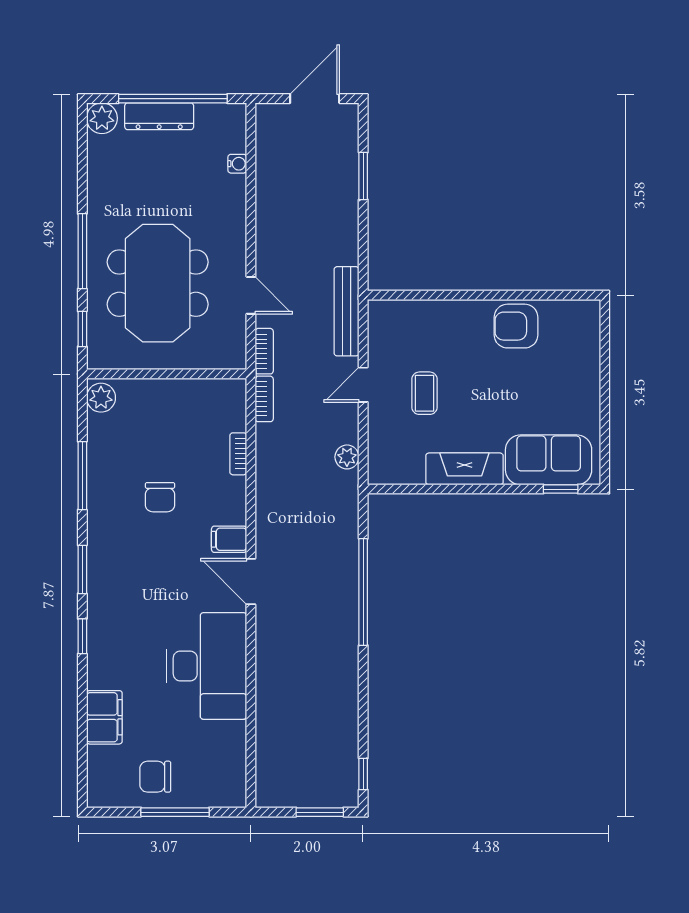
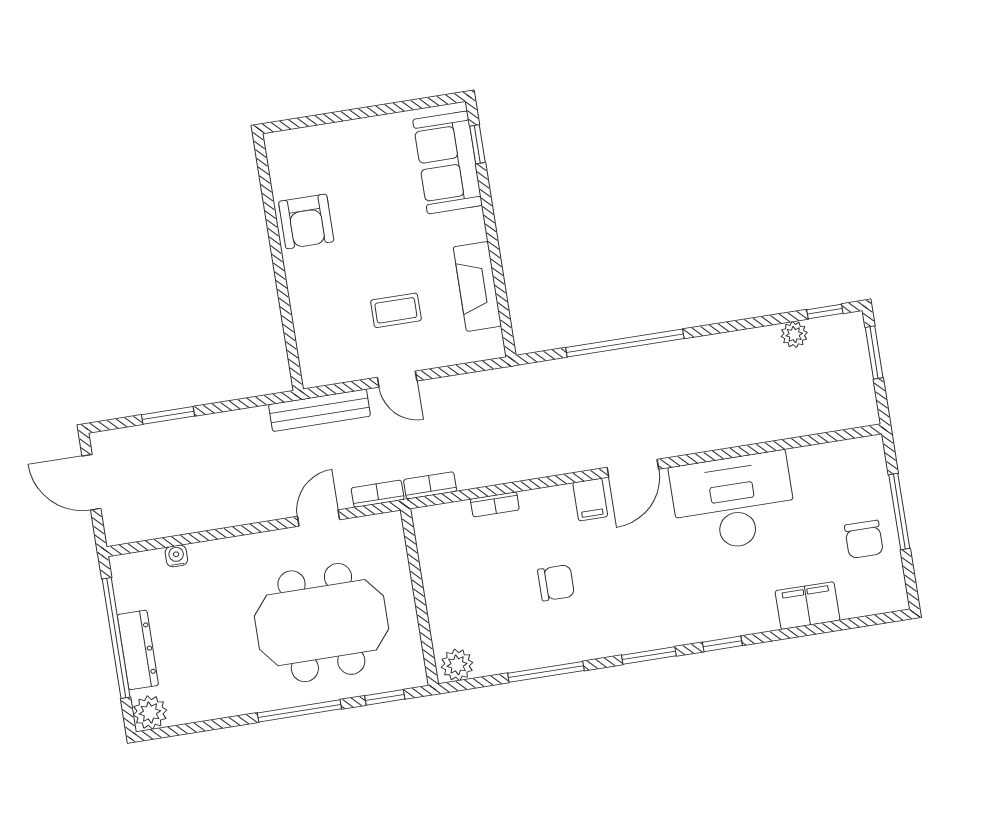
plant: (347, 457) -> (794, 335), moved
fireplace: (464, 469) -> (477, 286), moved

